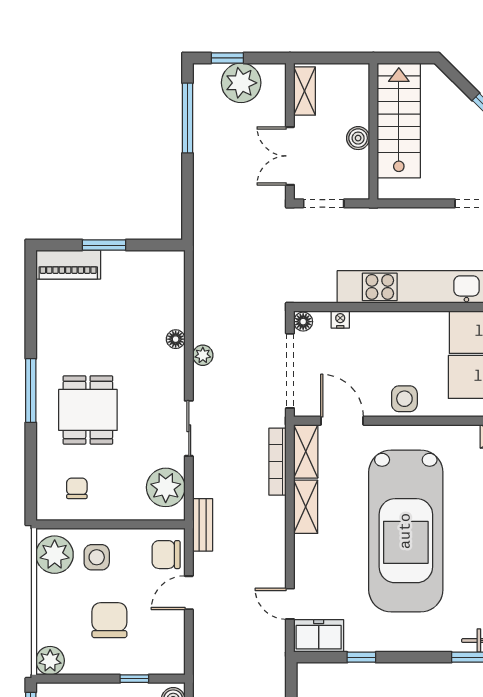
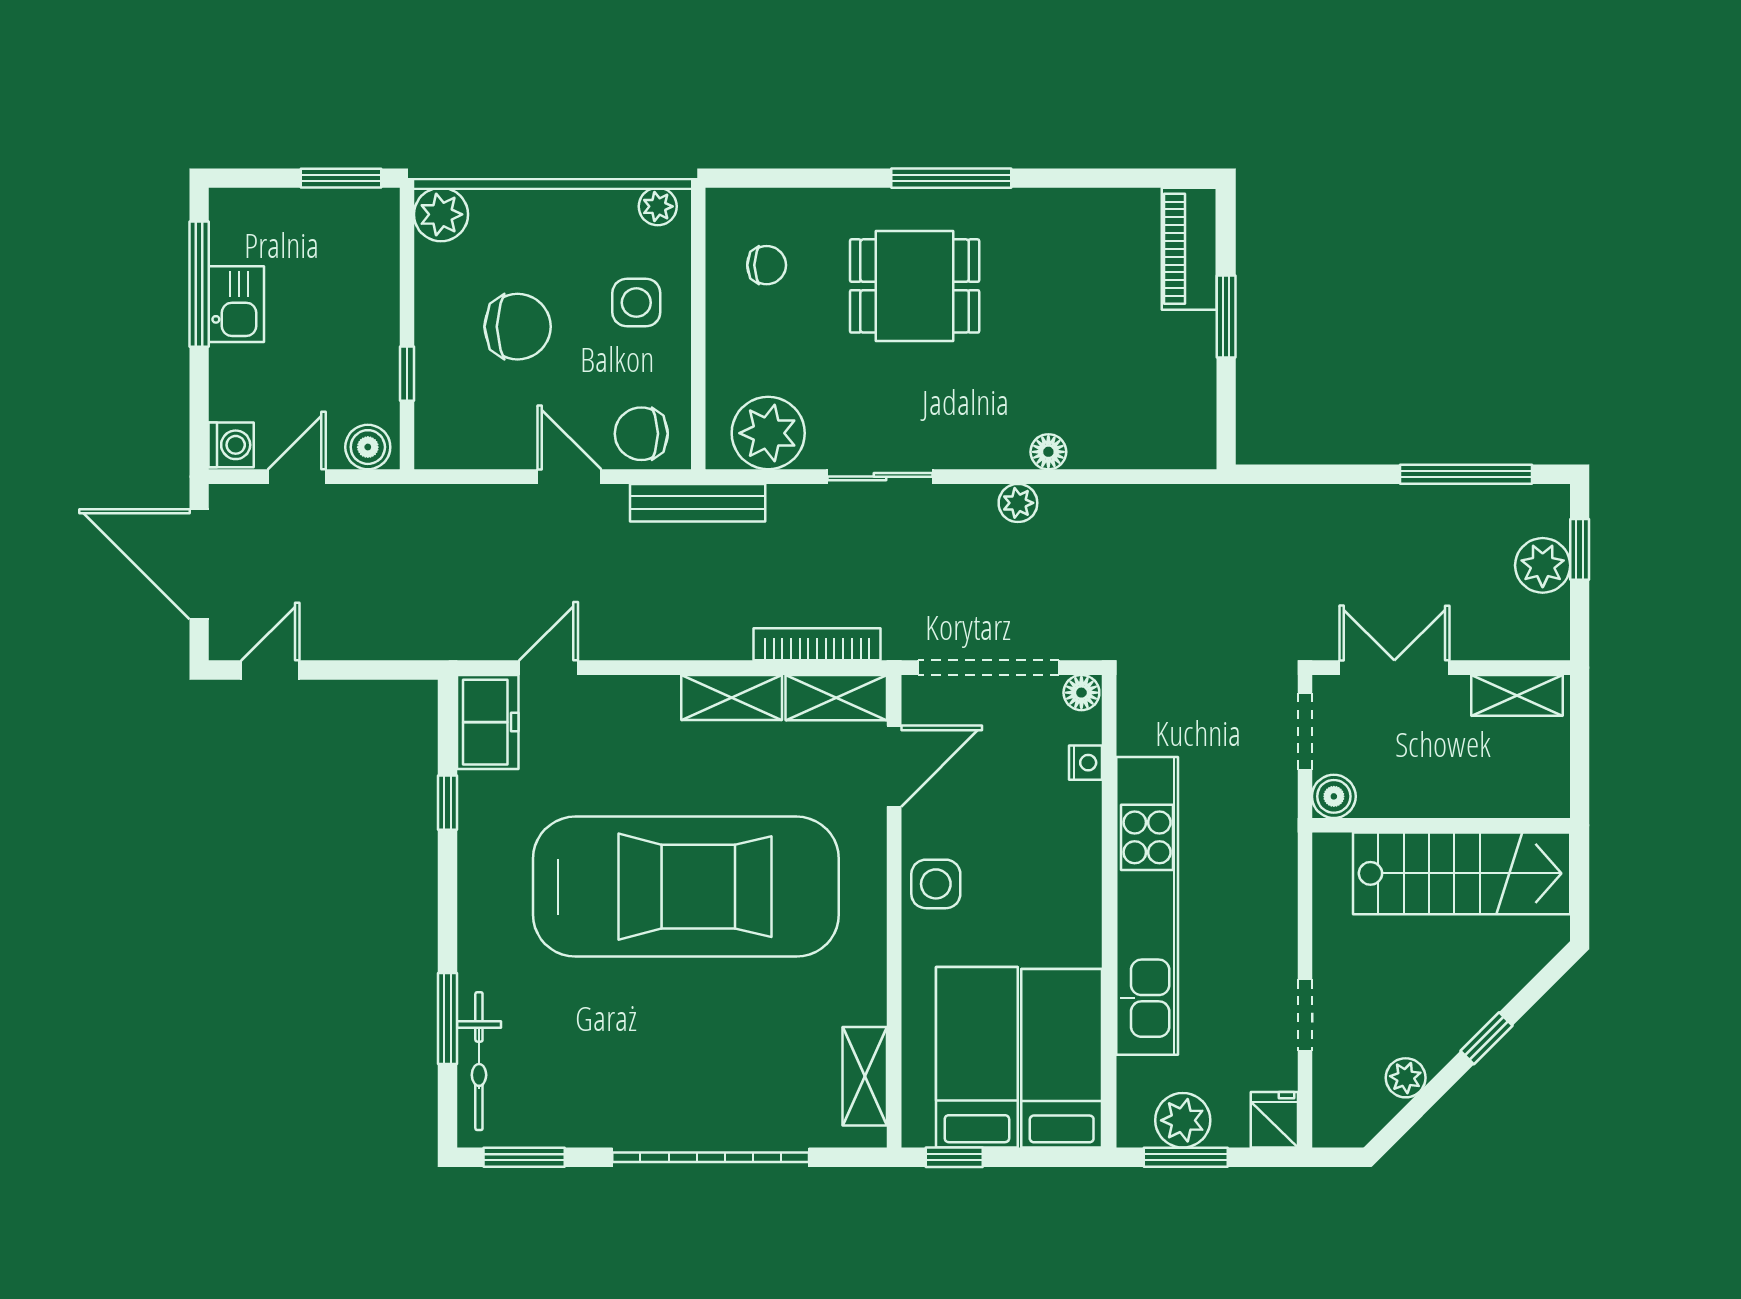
plant: (241, 83) -> (1543, 565), width x0.73, depth x0.73
boiler: (358, 138) -> (1334, 796), moved
bench: (203, 525) -> (698, 503), width x1.36
car: (406, 531) -> (686, 887), turned 180
plant: (55, 555) -> (658, 206), width x0.53, depth x0.53
chair: (166, 555) -> (641, 434), turned -90

